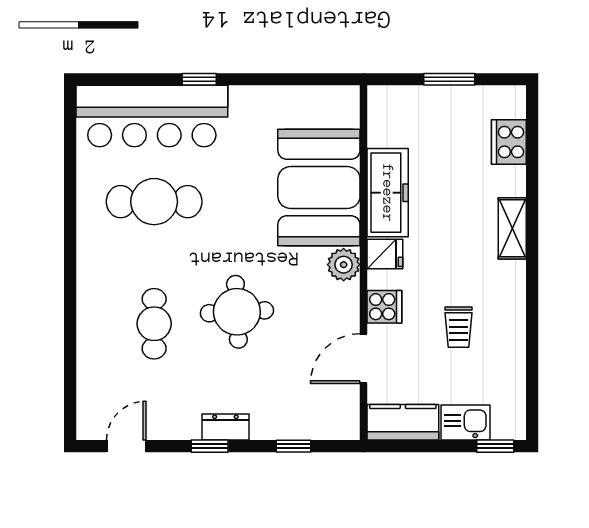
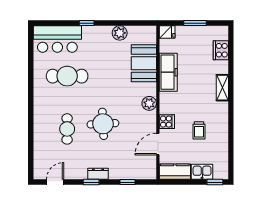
plant: (275, 102) -> (120, 33), added
bar counter: (152, 116) -> (57, 39), width x0.73
booth: (319, 187) -> (144, 63), width x0.73, depth x0.70
fridge: (385, 254) -> (167, 32), moved

